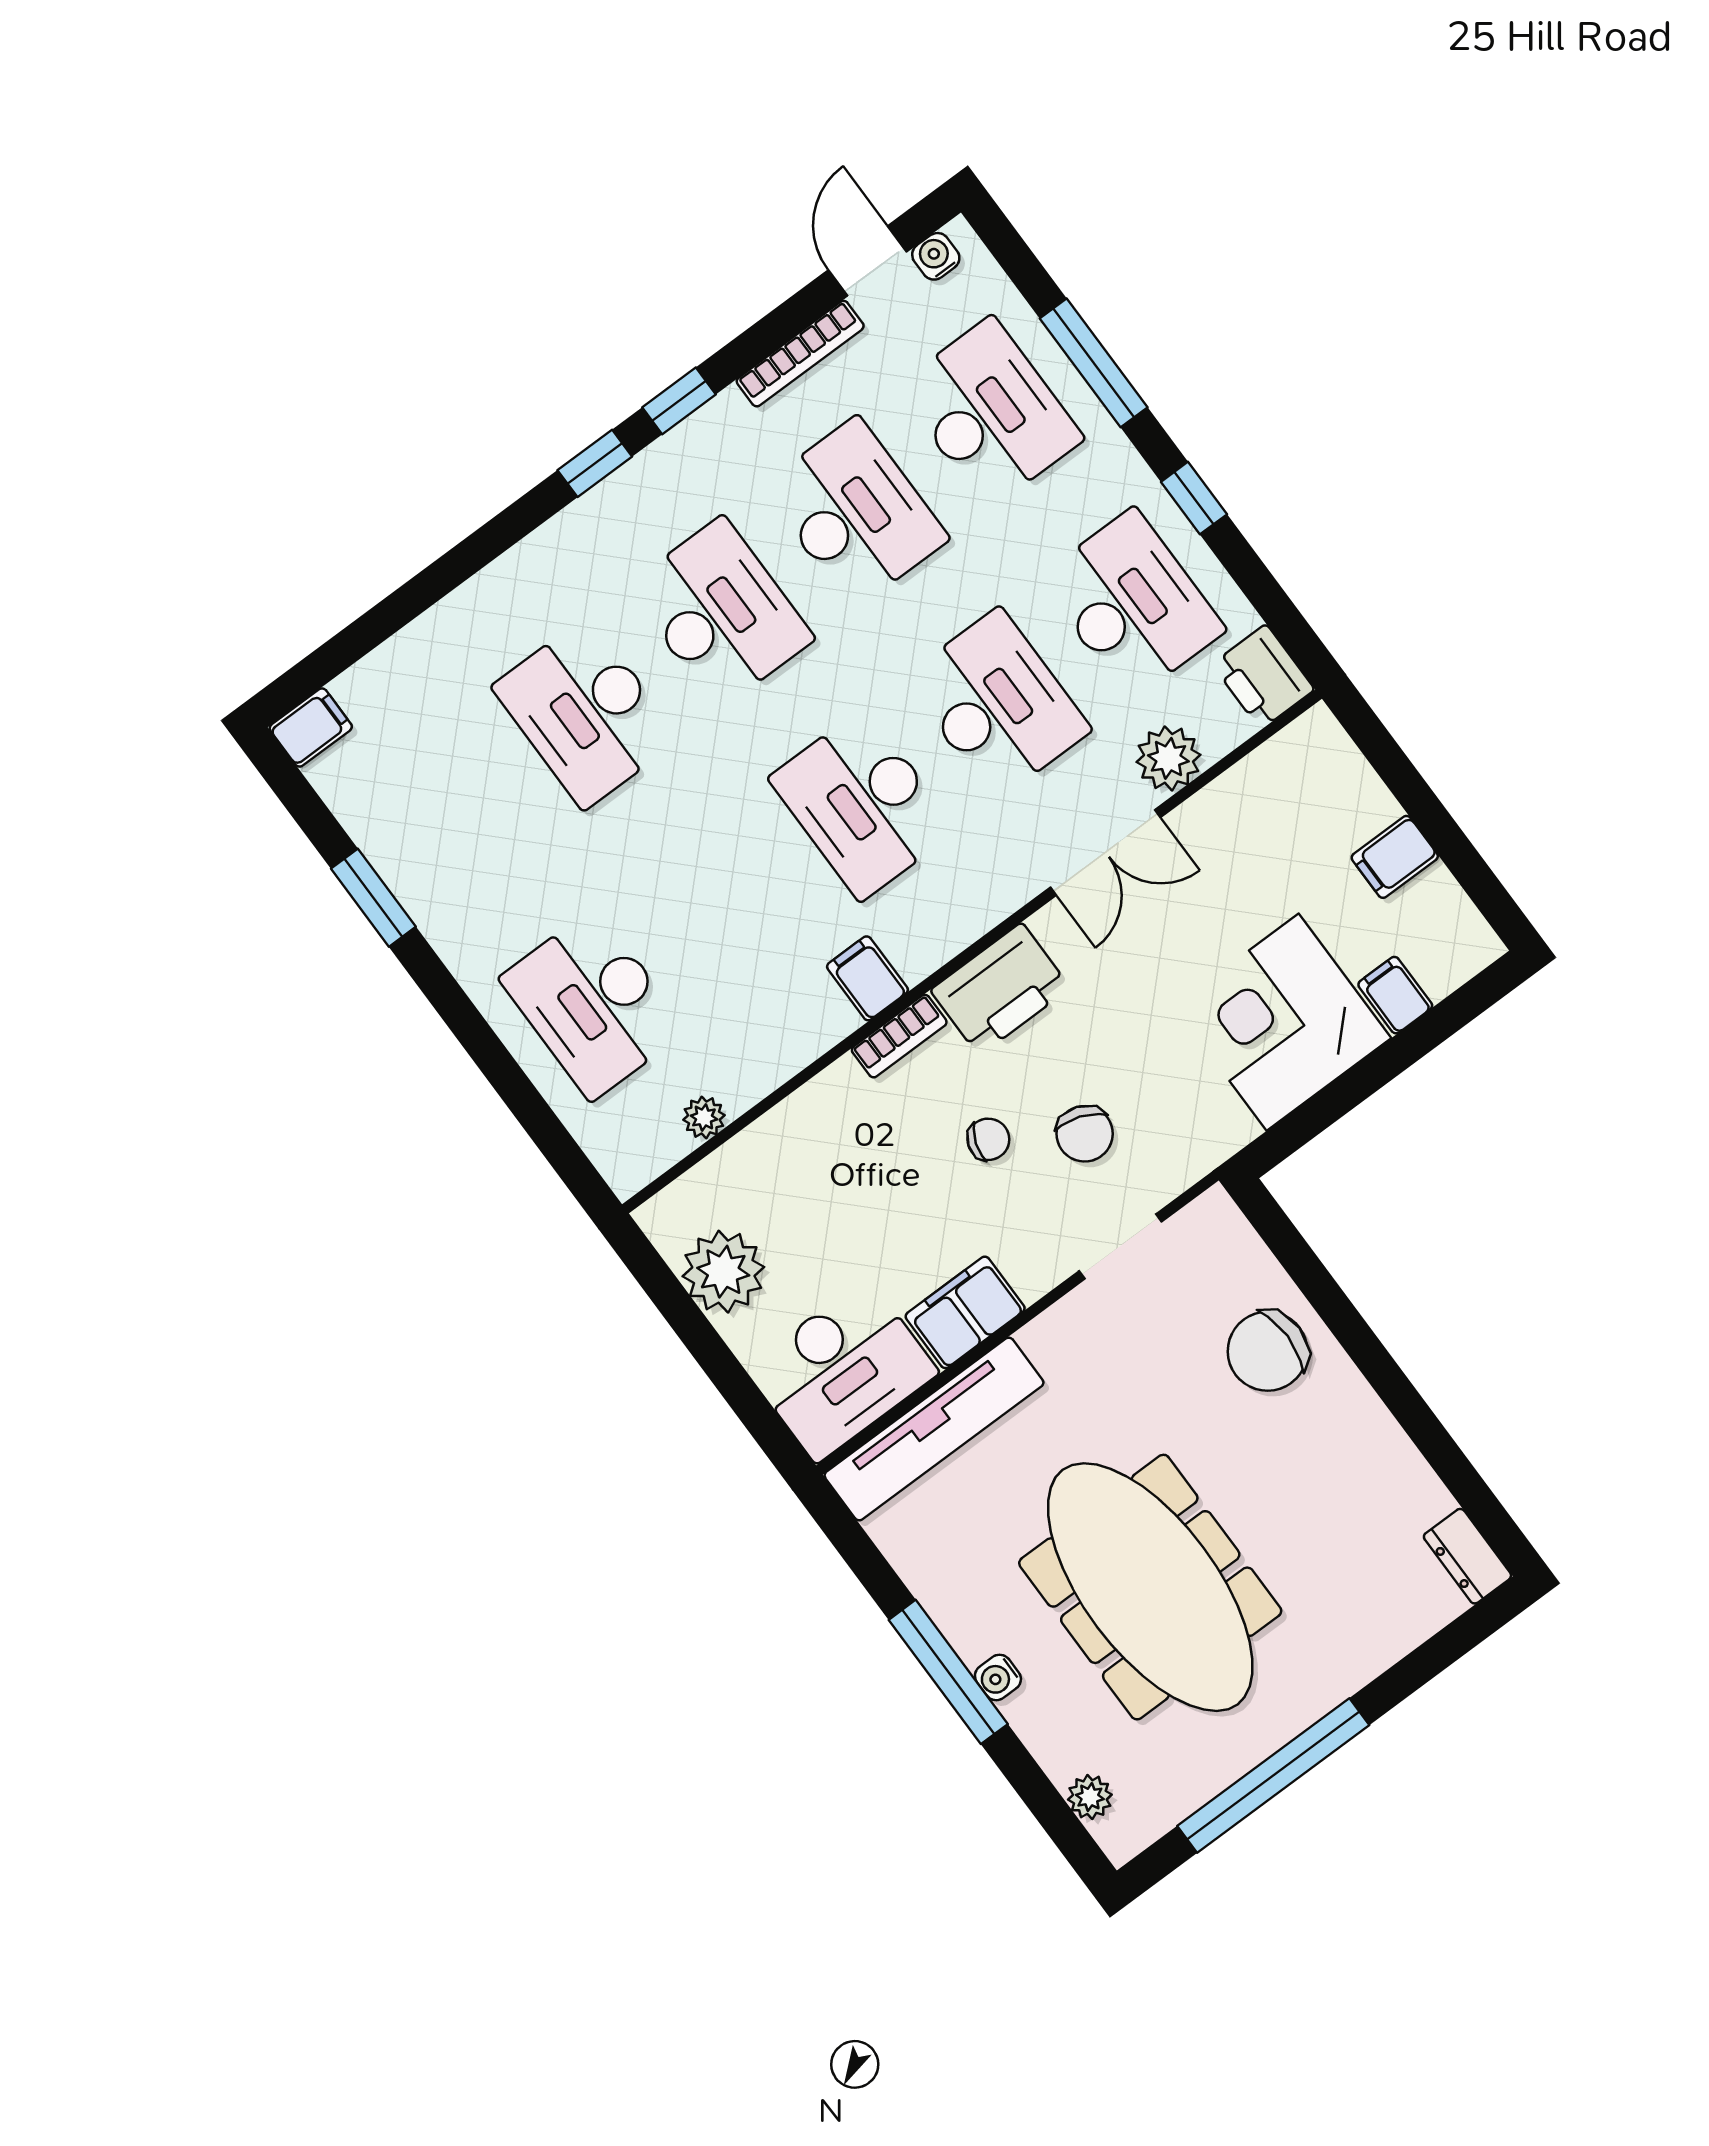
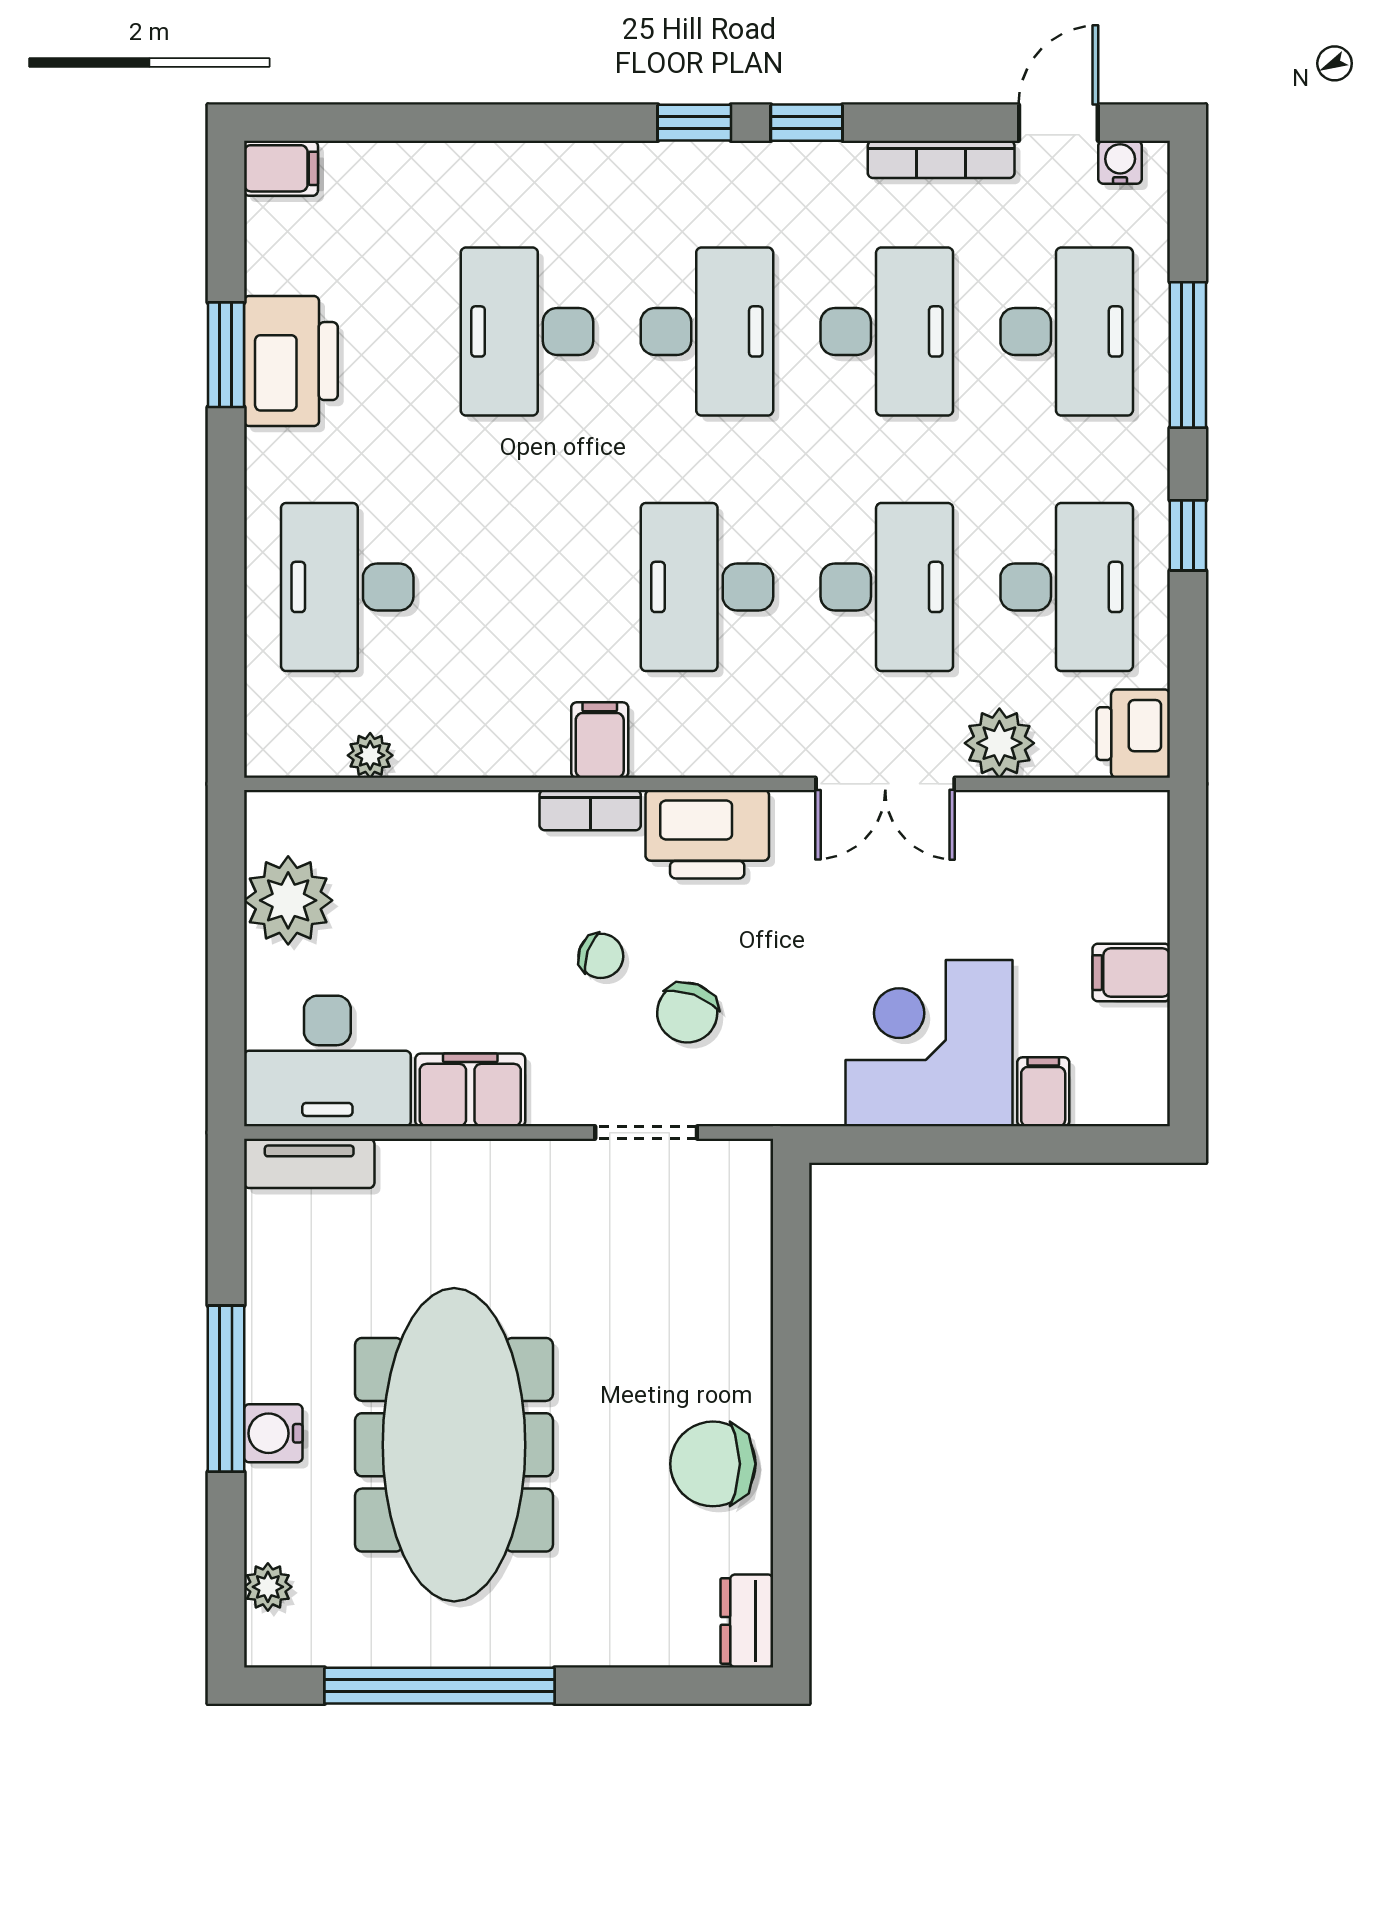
printer: (425, 866) -> (291, 361), added
chair: (1268, 1351) -> (713, 1464), moved
tv unit: (934, 1429) -> (309, 1163), width x0.52, depth x0.78
water cooler: (998, 1677) -> (273, 1433), width x1.38, depth x1.38

